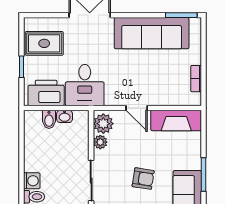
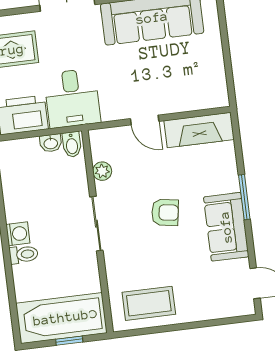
bookcase: (196, 79) -> (219, 71), removed
bidet: (49, 119) -> (72, 144), moved
plant: (103, 124) -> (103, 146), removed

